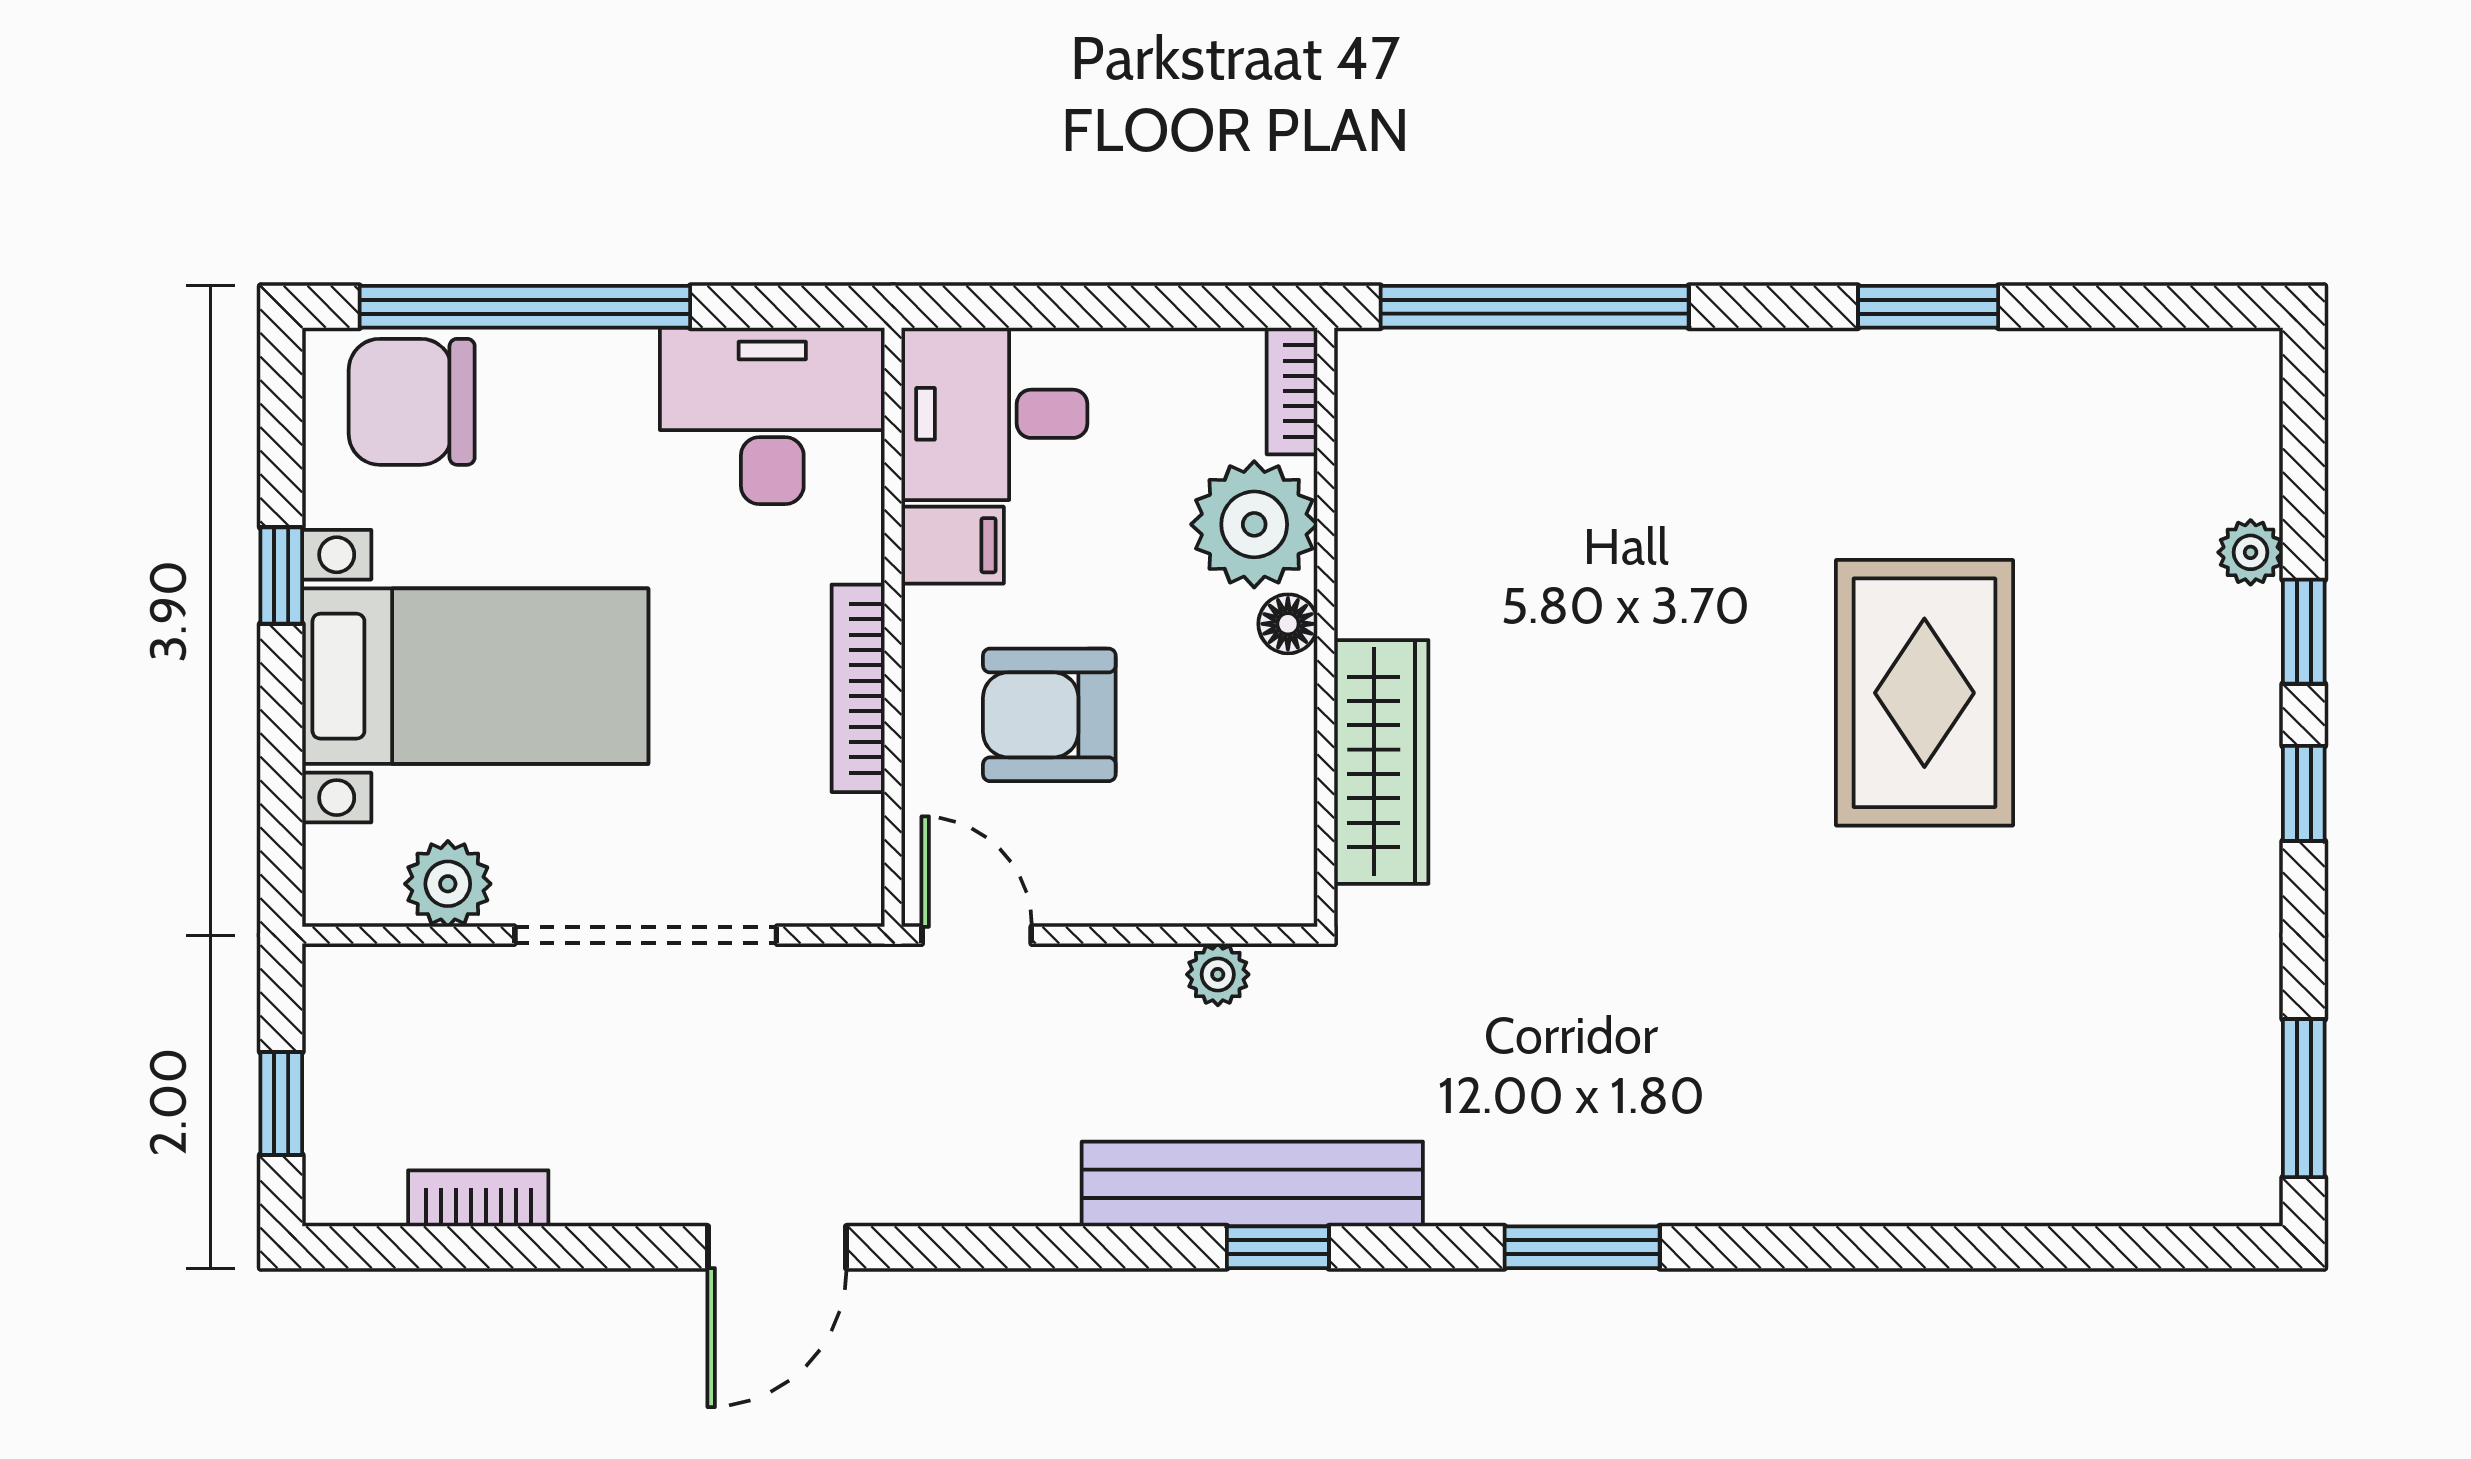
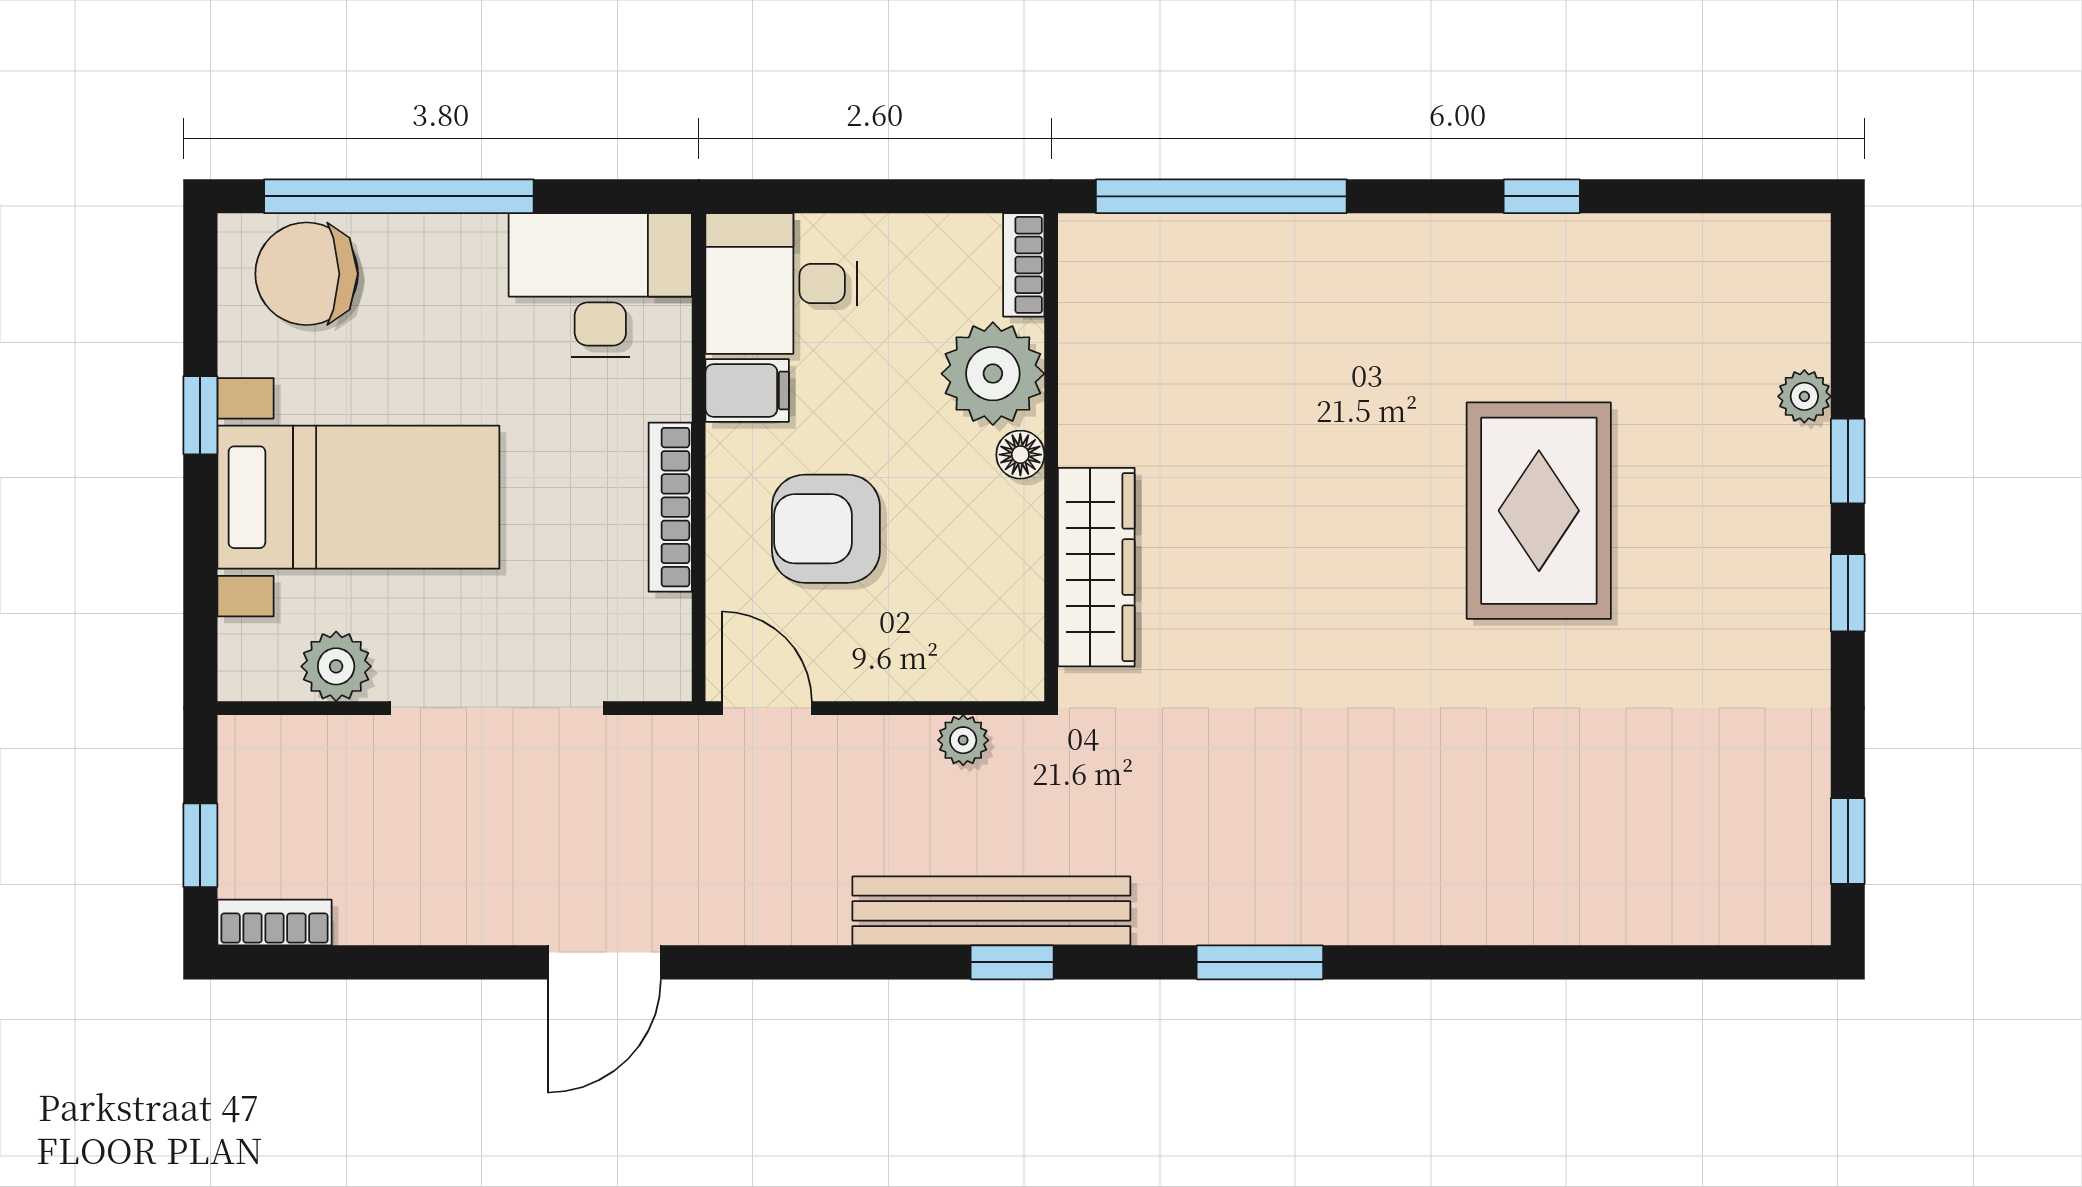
window: (1928, 307) -> (1542, 196), width x0.67
window: (2304, 1098) -> (1848, 841), width x0.67
bookcase: (478, 1198) -> (274, 923), moved

